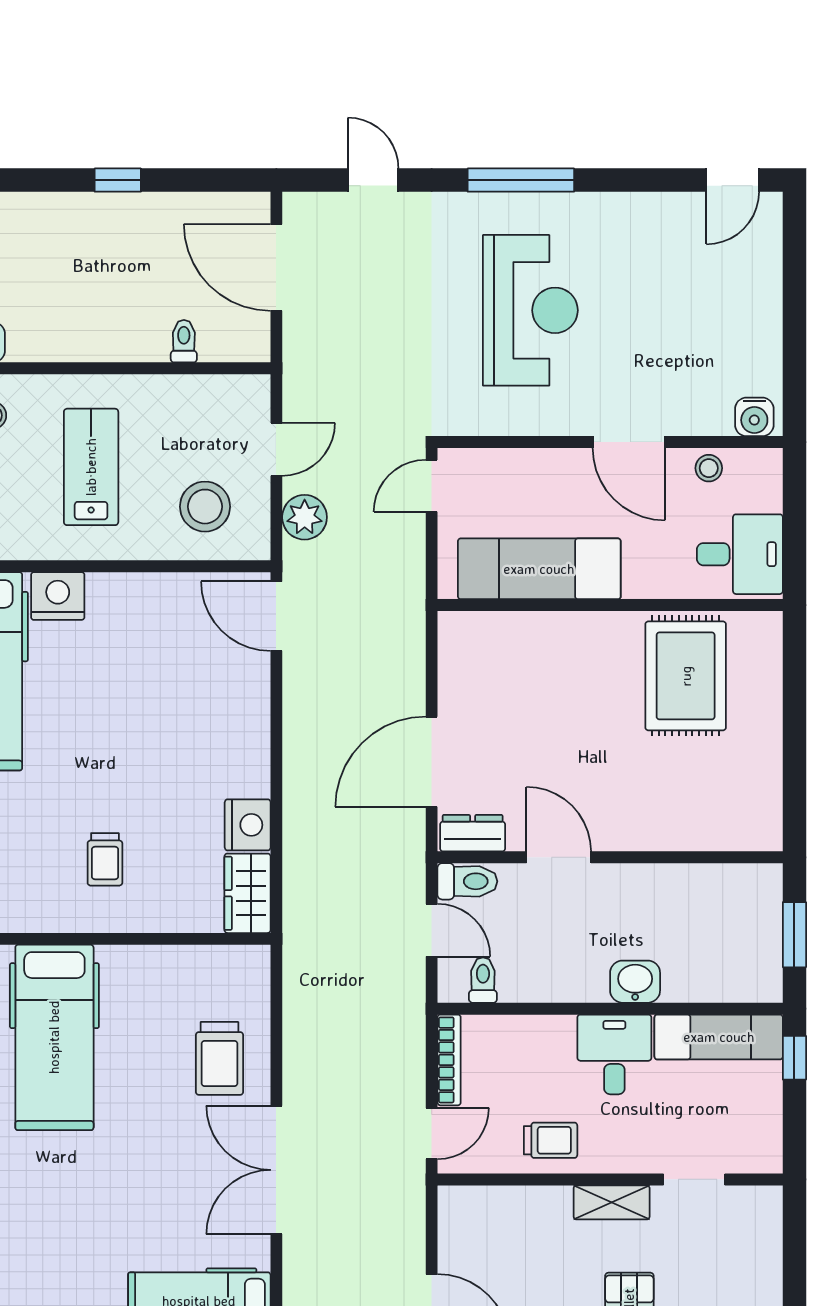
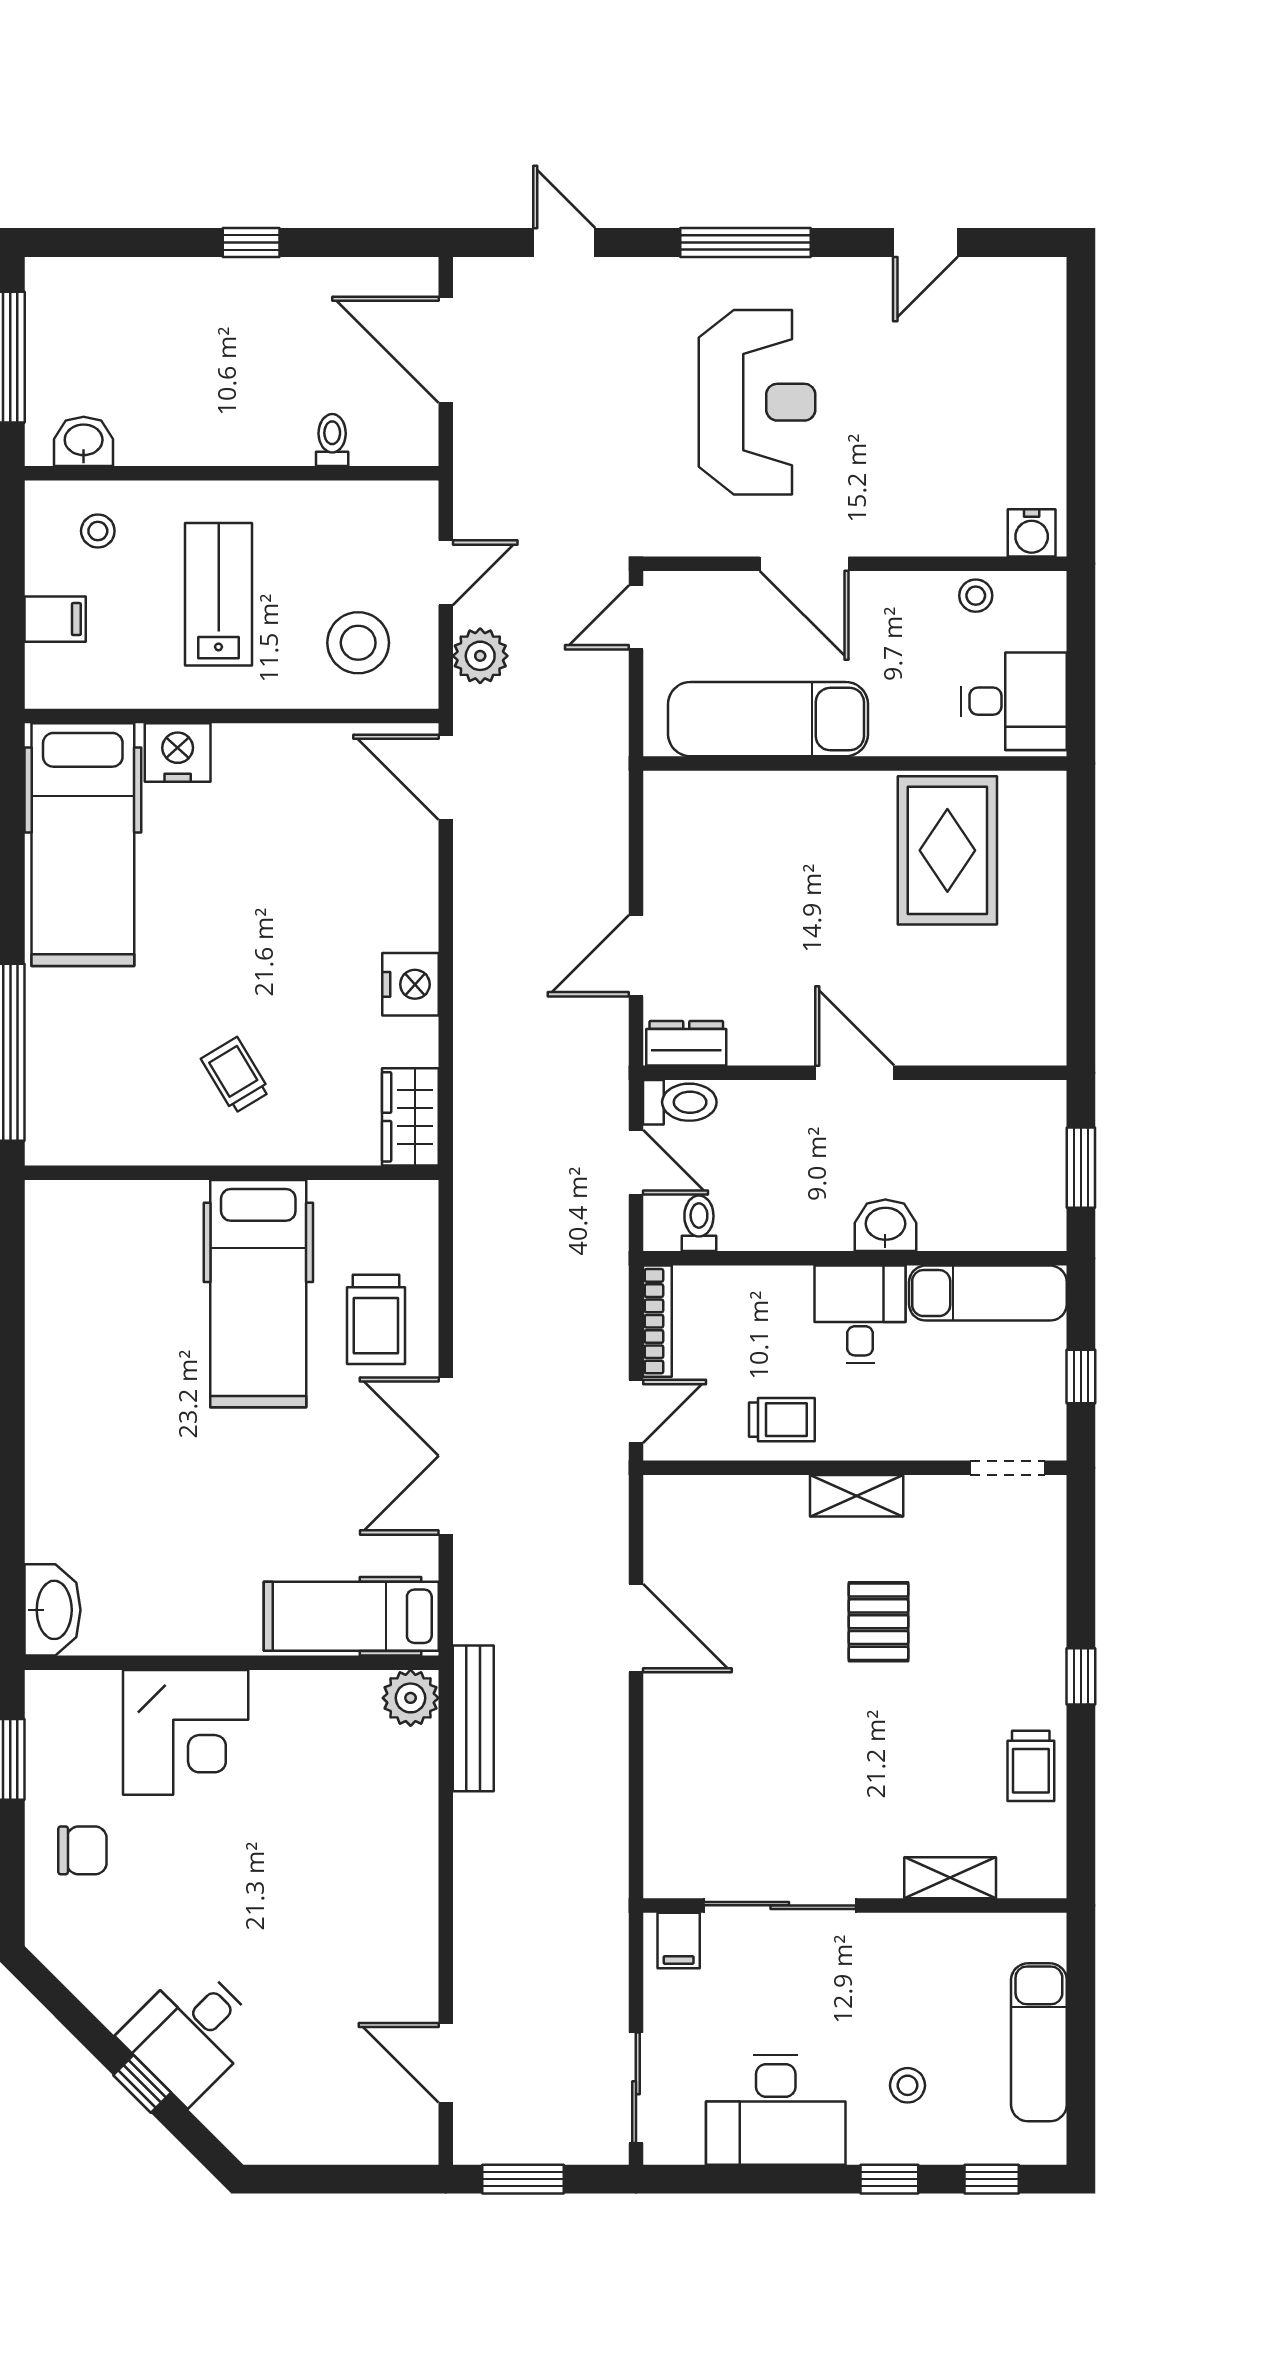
door: (733, 180) -> (925, 243), moved
door: (629, 442) -> (804, 564), moved
door: (432, 762) -> (636, 956), width x0.73
nightstand: (248, 825) -> (410, 984), moved
door: (559, 857) -> (855, 1073), moved
trolley: (105, 859) -> (236, 1075), turned 149
hospital bed: (54, 1037) -> (258, 1294), moved
window: (794, 1058) -> (1081, 1376), moved
doorway: (694, 1179) -> (1008, 1468), moved

